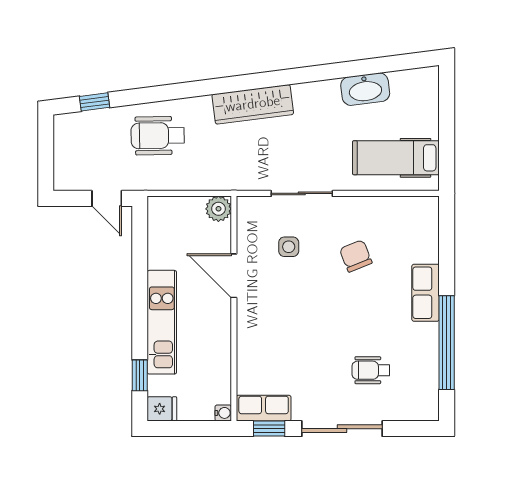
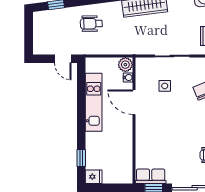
wheelchair: (158, 136) -> (91, 24), width x0.73, depth x0.73
kitchen unit: (162, 322) -> (94, 102), moved
water cooler: (223, 413) -> (128, 78), moved

